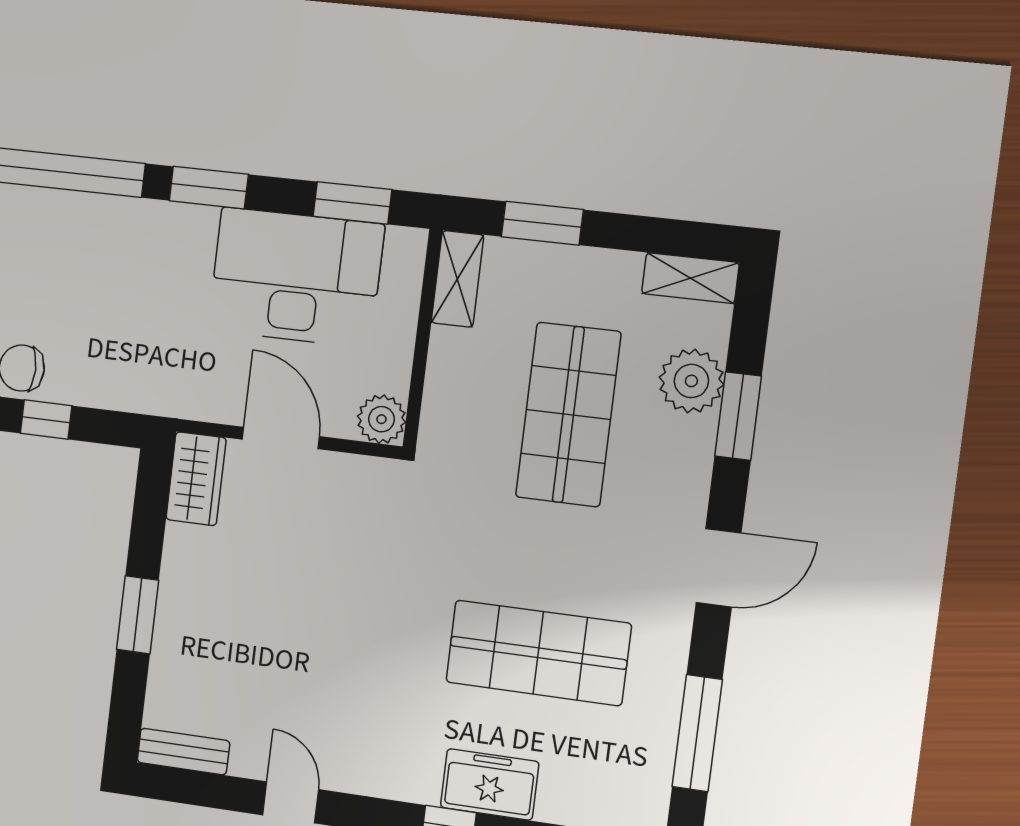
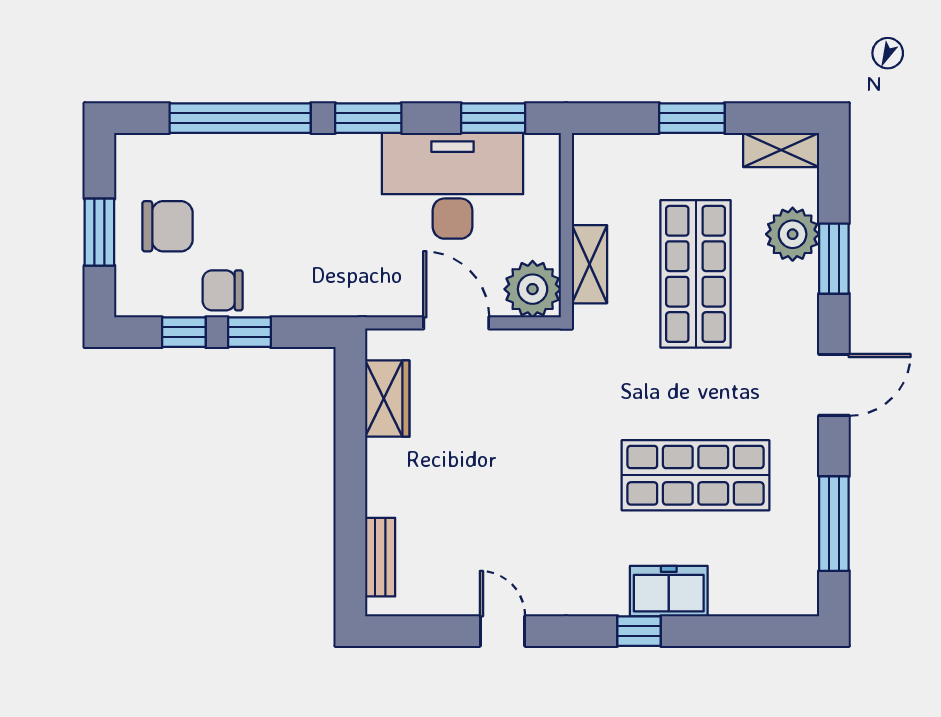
window: (542, 223) -> (692, 118), moved
shelving: (457, 279) -> (589, 264), moved
plant: (381, 419) -> (533, 289), width x1.36, depth x1.36
wardrobe: (196, 479) -> (387, 399), moved
window: (138, 615) -> (350, 490), removed
bench: (183, 752) -> (380, 557), moved, turned 90

